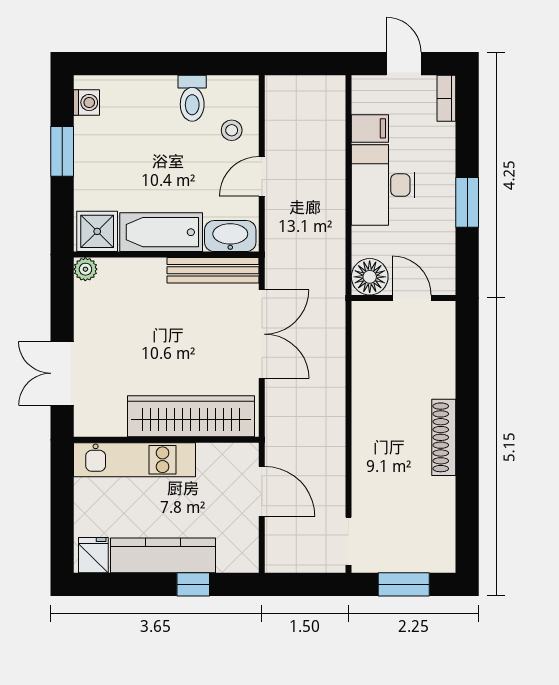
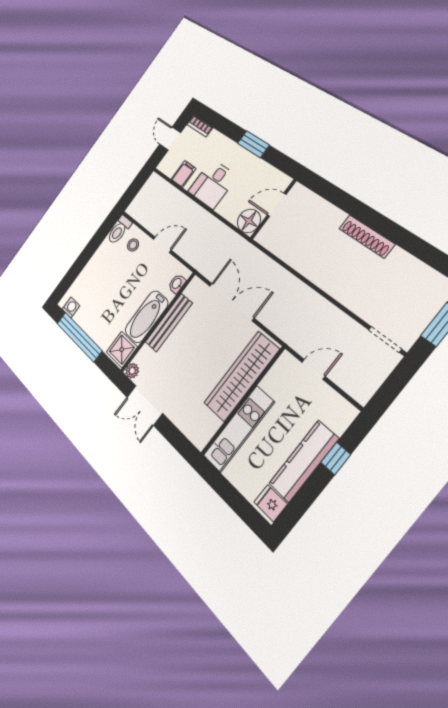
door: (404, 64) -> (170, 139), hinge flipped
toilet: (192, 98) -> (119, 230), moved, turned 90
window: (62, 151) -> (79, 337), width x2.11
door: (262, 176) -> (162, 245), swing flipped
desk: (383, 185) -> (212, 184), width x0.73
washbasin: (230, 236) -> (177, 284), width x0.52, depth x0.69
bench: (213, 270) -> (169, 323), moved
double door: (62, 373) -> (145, 405), moved
door: (262, 491) -> (313, 369), width x0.73

